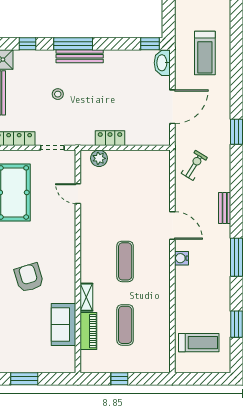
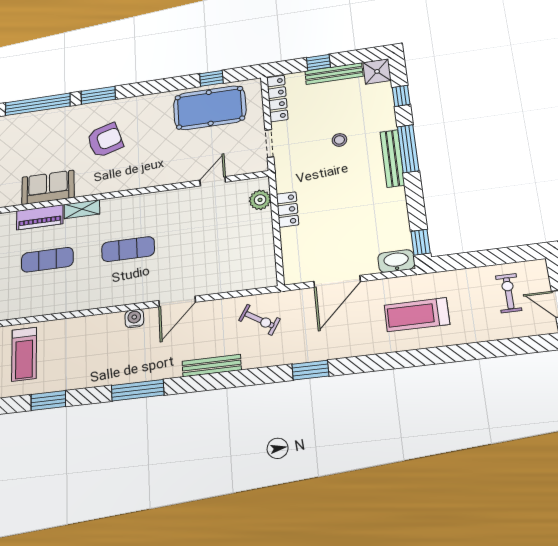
door: (172, 107) -> (337, 281), hinge flipped
bench: (225, 208) -> (212, 366), width x1.36

